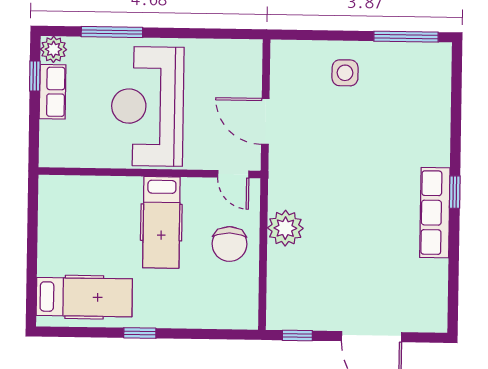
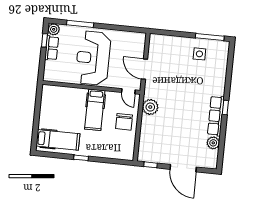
side table: (345, 73) -> (199, 54), moved
plant: (285, 228) -> (150, 107), moved
plant: (434, 274) -> (213, 143), added

